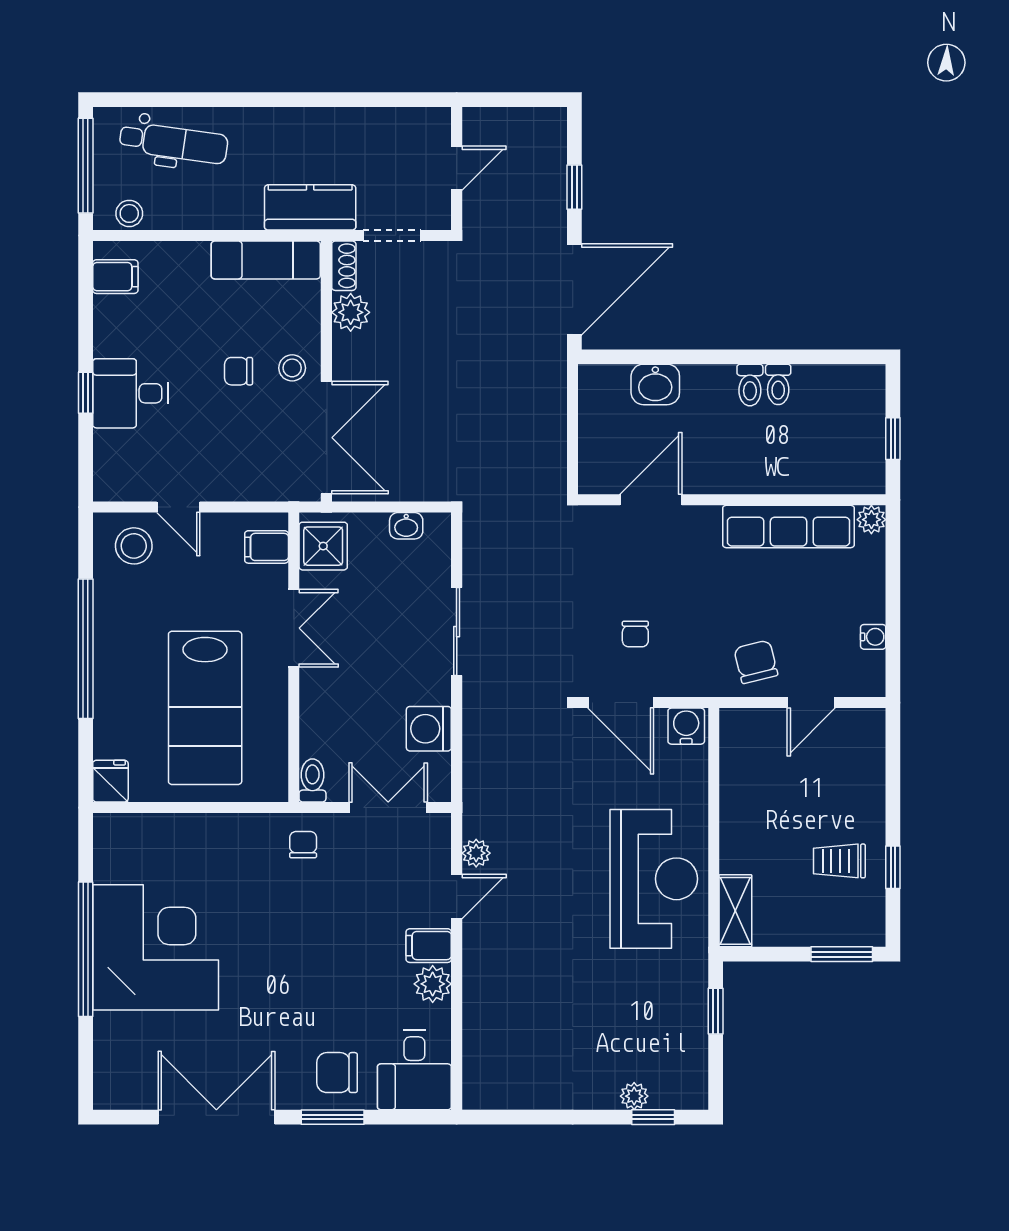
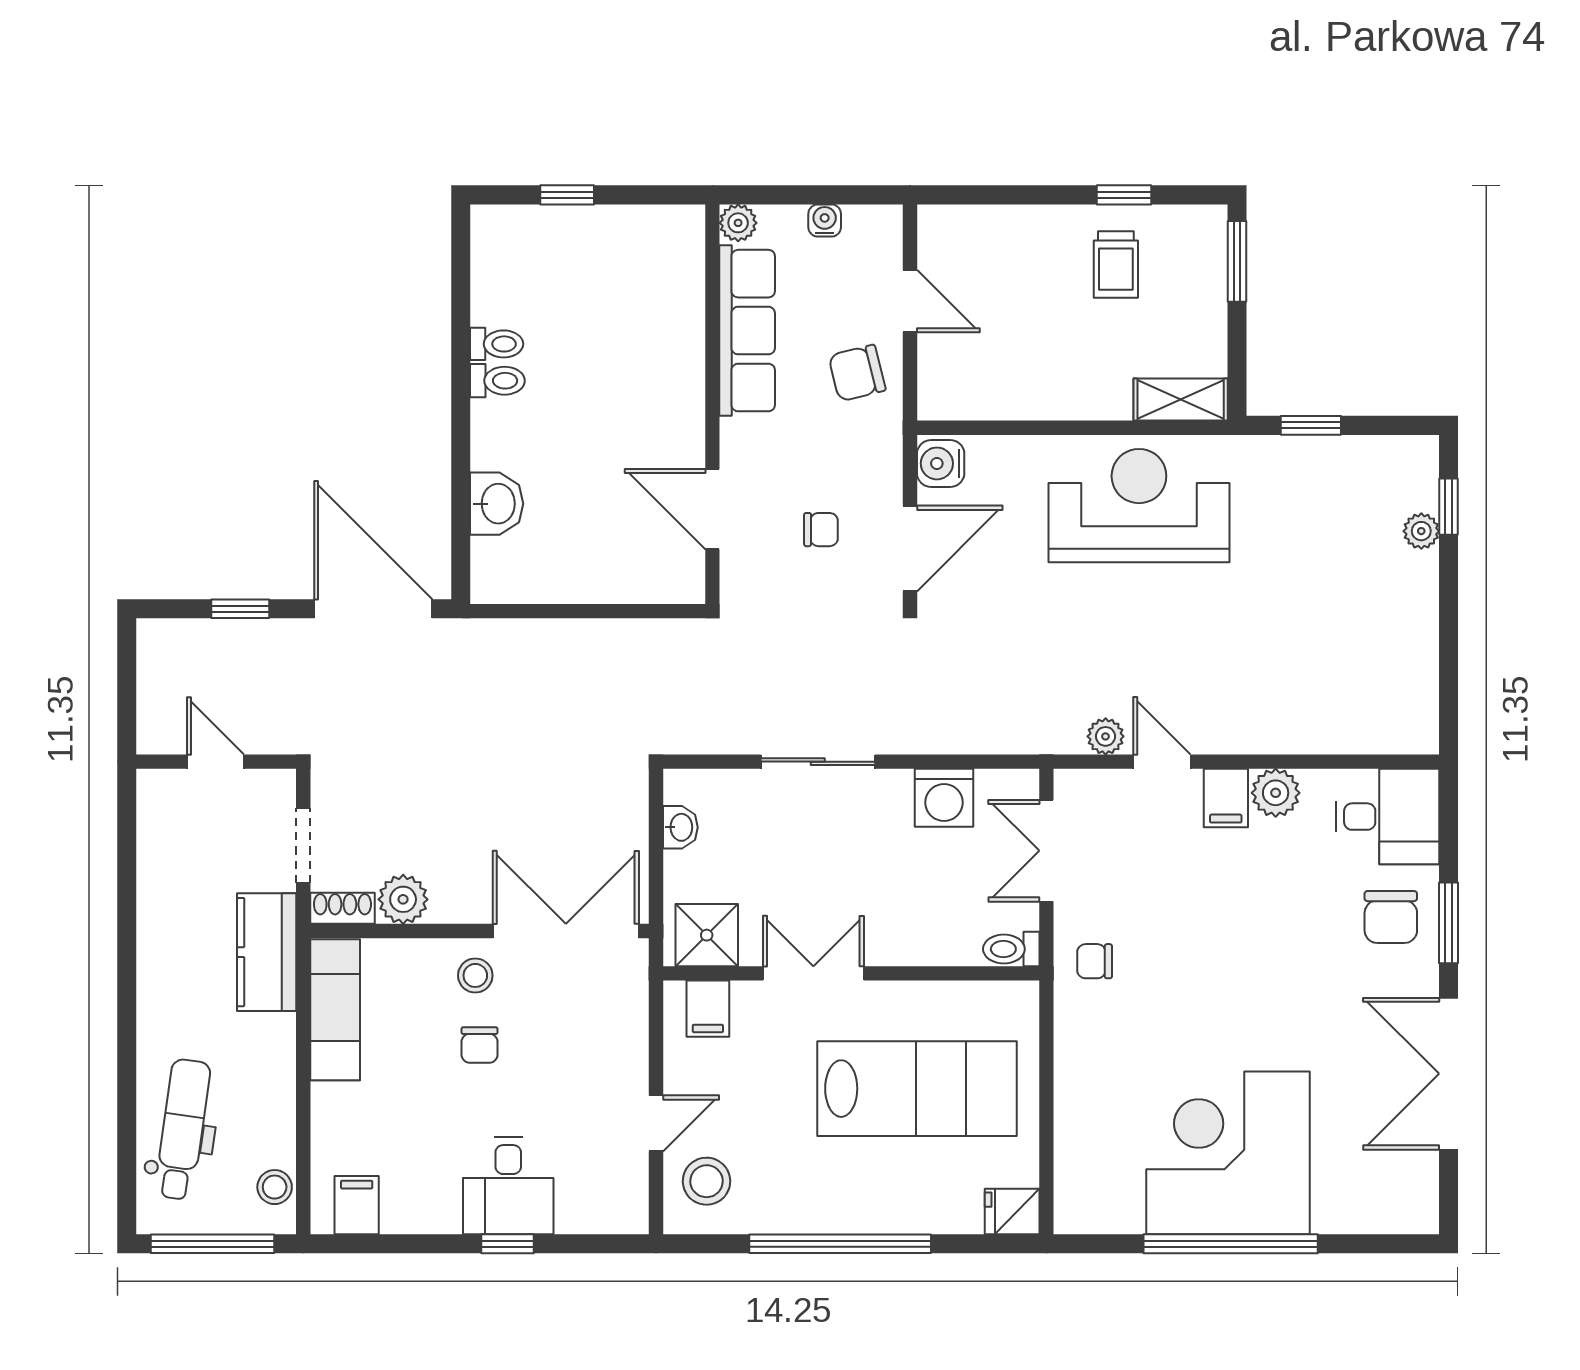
door: (651, 500) -> (712, 509), moved
wall: (732, 500) -> (712, 404), moved
plant: (871, 520) -> (738, 223), moved
row of seats: (788, 526) -> (747, 331), moved

